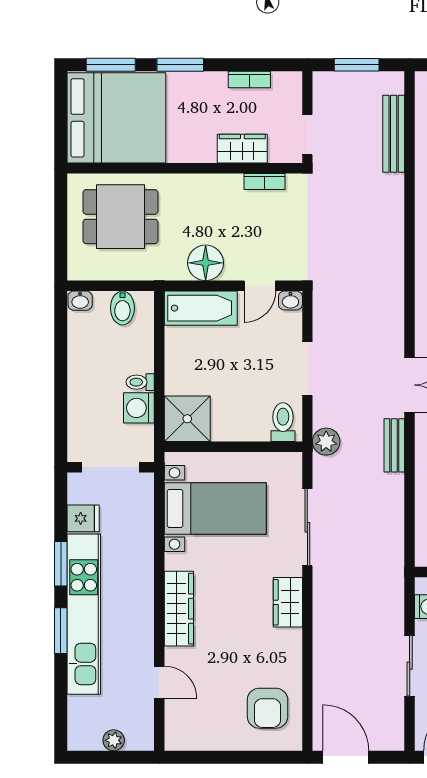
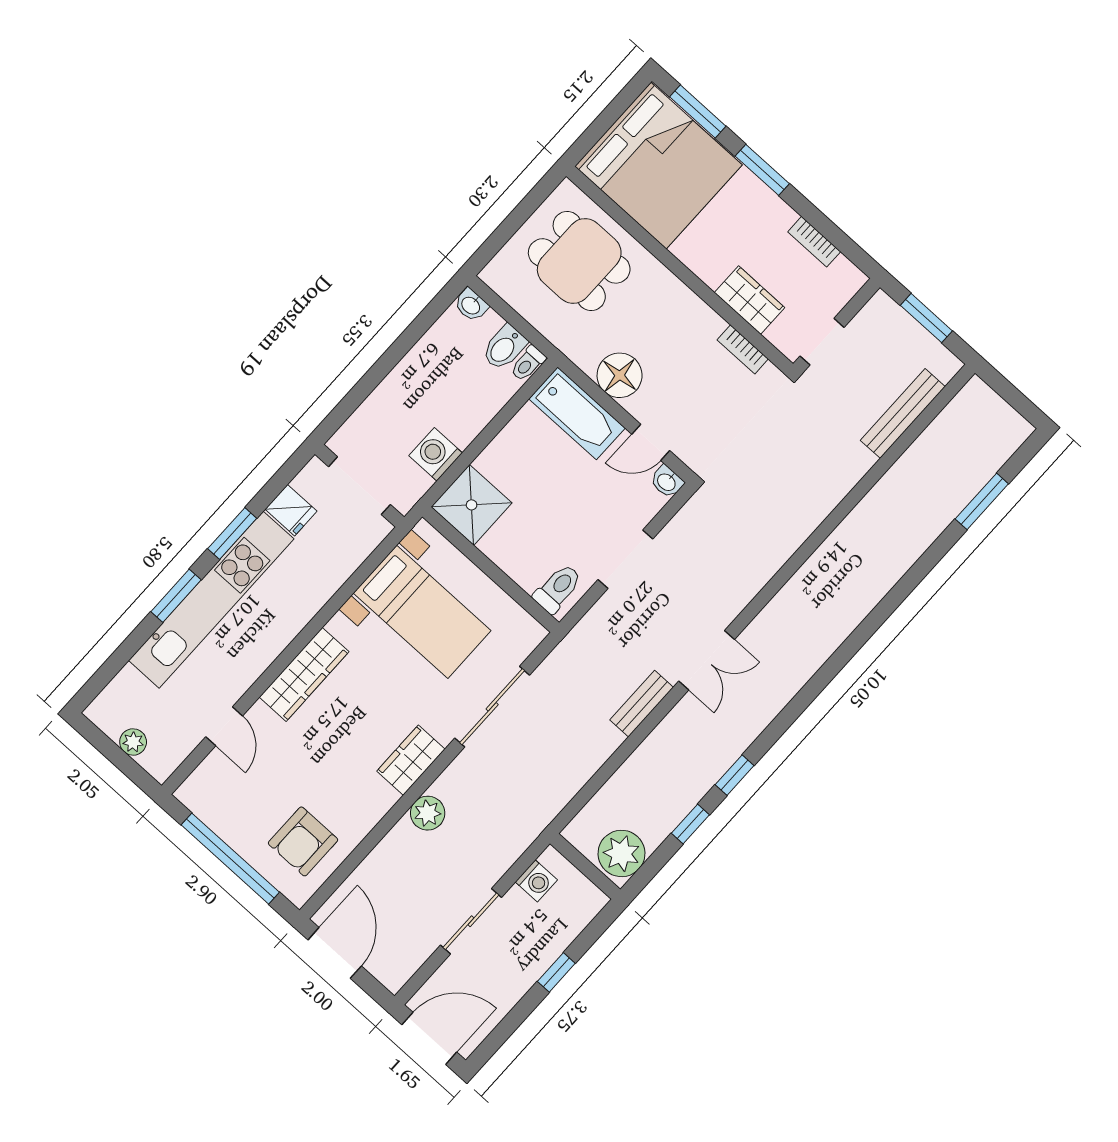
toilet: (140, 382) -> (528, 363), moved, turned -90
plant: (326, 442) -> (428, 813), moved
window: (234, 757) -> (230, 859), added

